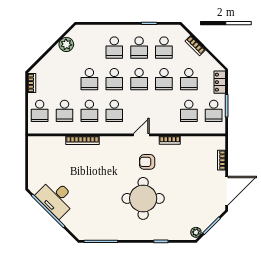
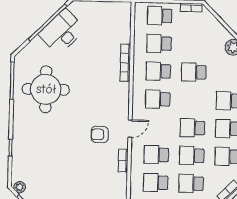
school desk: (114, 79) -> (156, 155), moved
door: (141, 135) -> (130, 129), hinge flipped
armchair: (147, 162) -> (100, 135), turned -90
round table: (143, 198) -> (46, 89), moved

